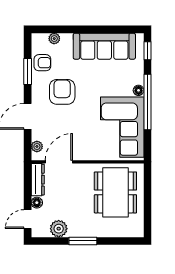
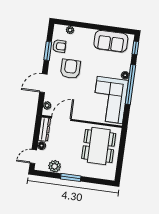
sofa: (104, 46) -> (111, 41), width x0.73

